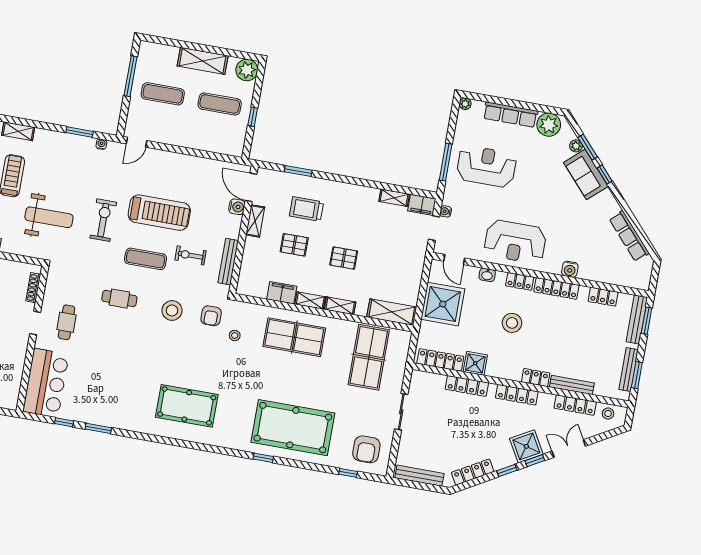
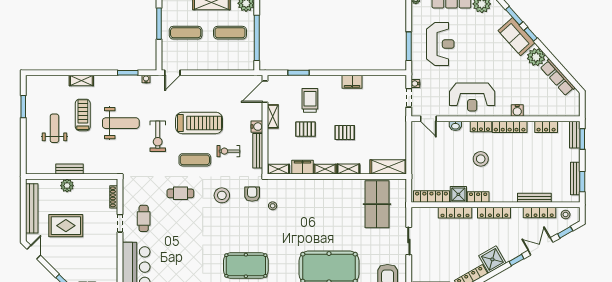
window: (253, 117) -> (257, 38), width x3.17
plant: (576, 146) -> (536, 57), moved, width x1.87, depth x1.87
reception desk: (486, 166) -> (440, 44), turned 90
door: (251, 187) -> (265, 92), hinge flipped
shelving: (394, 198) -> (278, 169), moved
filing cabinet: (422, 205) -> (352, 82), moved
water cooler: (237, 207) -> (257, 127), moved
trolley: (307, 209) -> (310, 100), turned 90
weight bench: (49, 217) -> (121, 123), moved
exercise bike: (103, 220) -> (158, 136), turned 180
shower: (443, 304) -> (426, 154), removed
armchair: (211, 316) -> (252, 194), turned 180
bench: (637, 319) -> (575, 135), width x0.73
table tennis table: (294, 337) -> (318, 199), removed
locker: (536, 378) -> (478, 197), moved
shower: (526, 446) -> (492, 259), moved
window: (507, 471) -> (565, 232), moved

